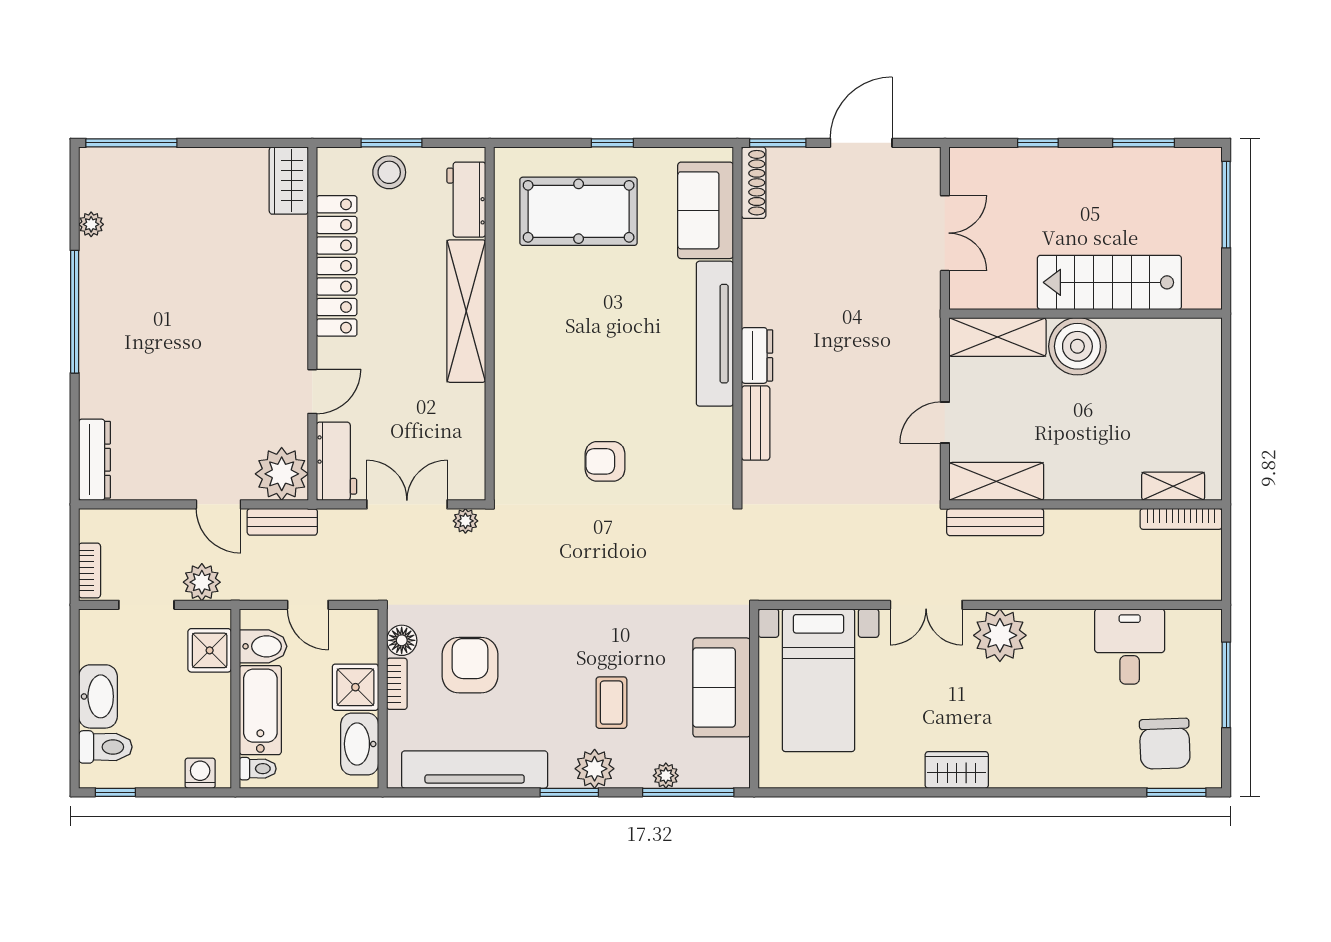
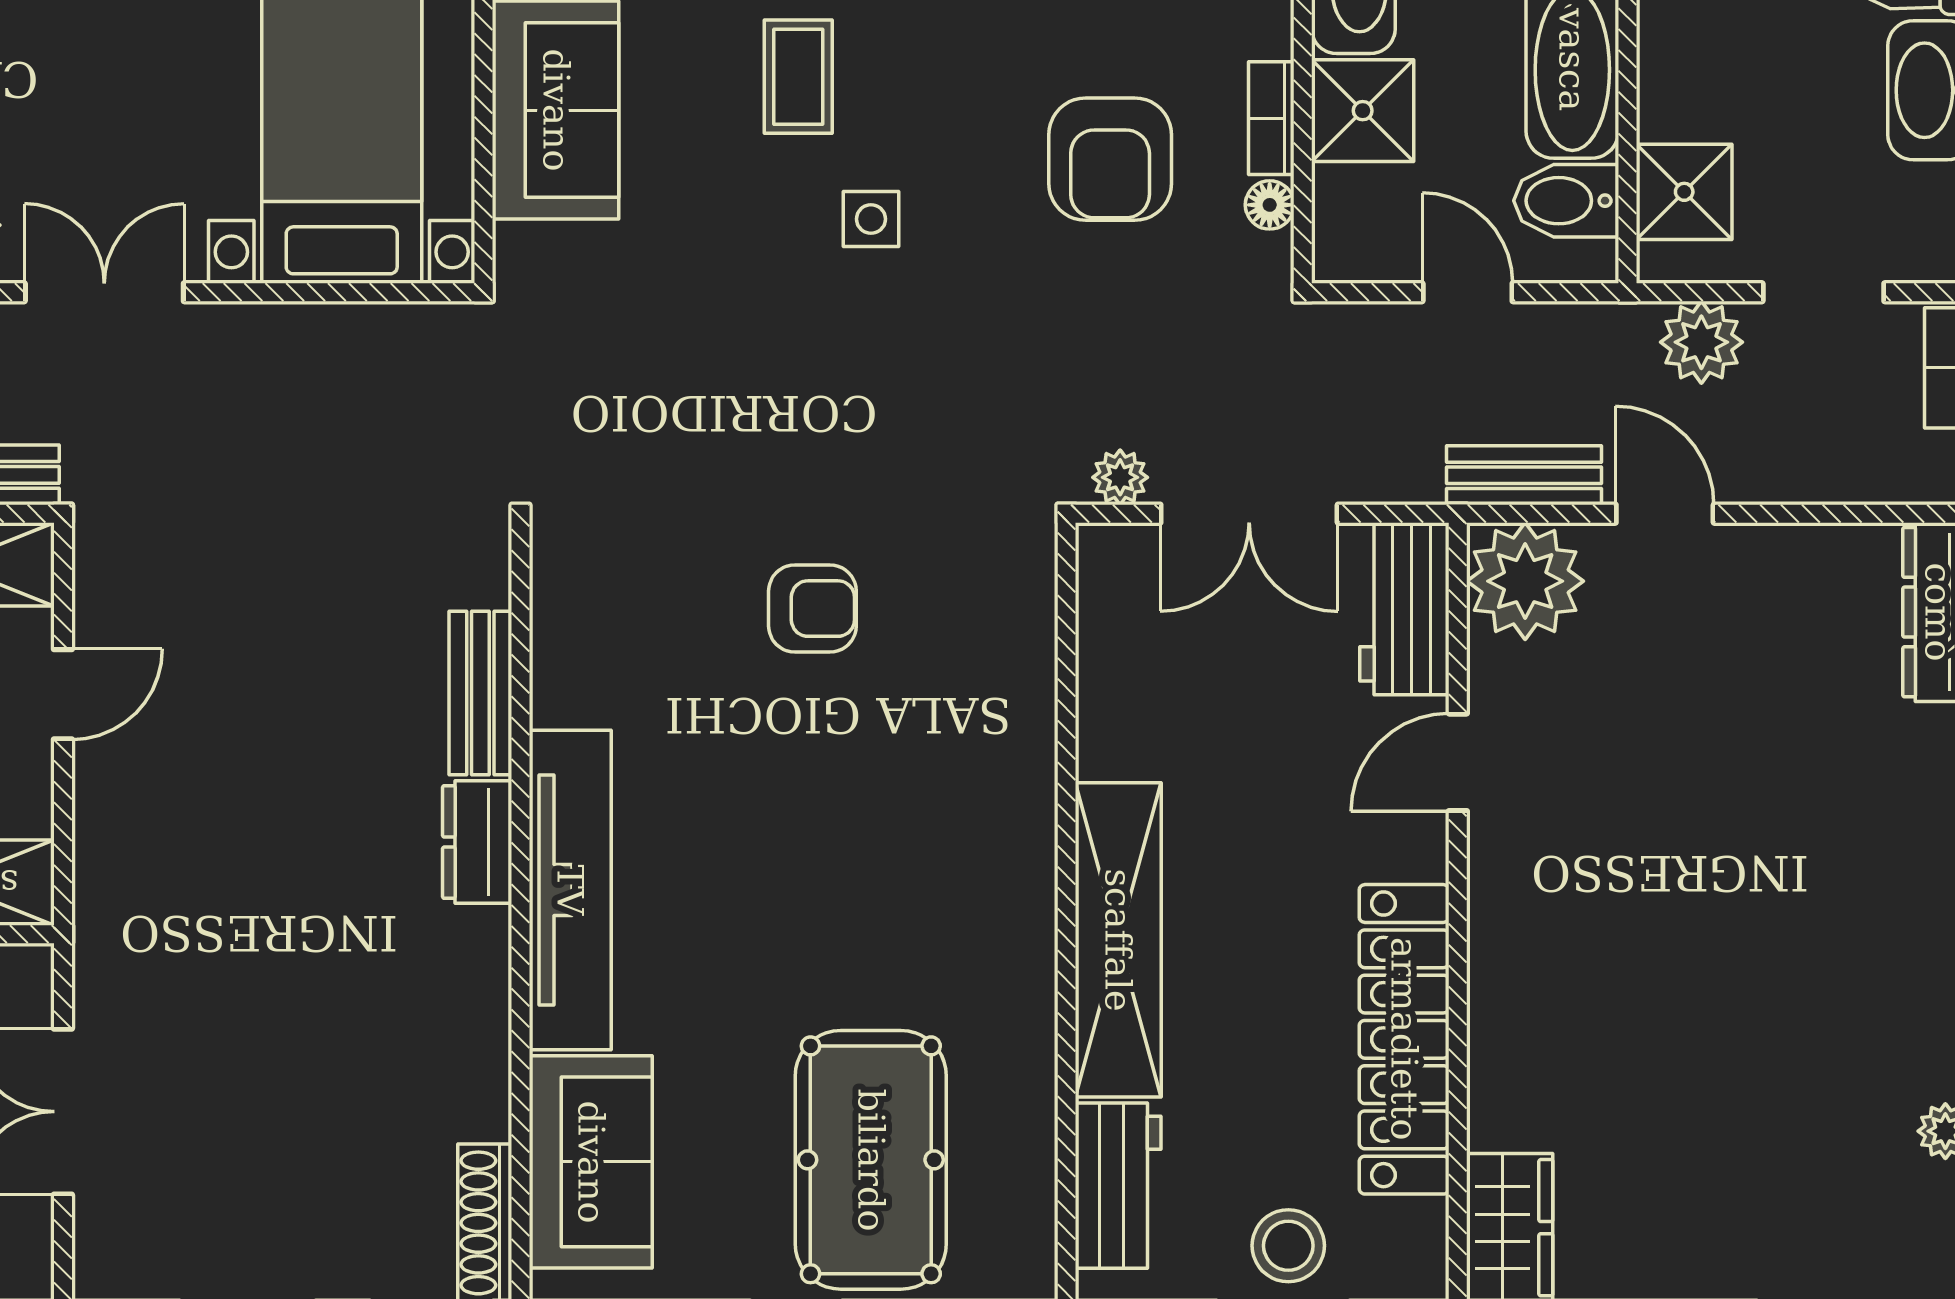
pool table: (579, 211) -> (871, 1160), turned 90
side table: (578, 638) -> (871, 219), added
floor lamp: (402, 640) -> (1270, 205), width x0.73, depth x0.73

